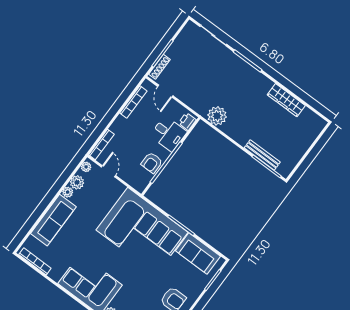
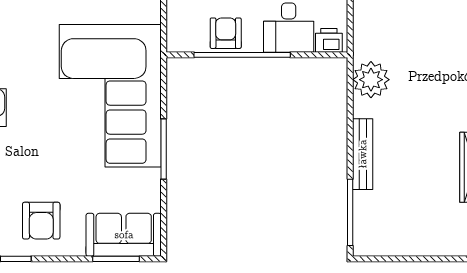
bench: (262, 155) -> (363, 154), moved
armchair: (152, 163) -> (226, 33), turned 90
sofa: (198, 254) -> (124, 235), moved, turned 90

